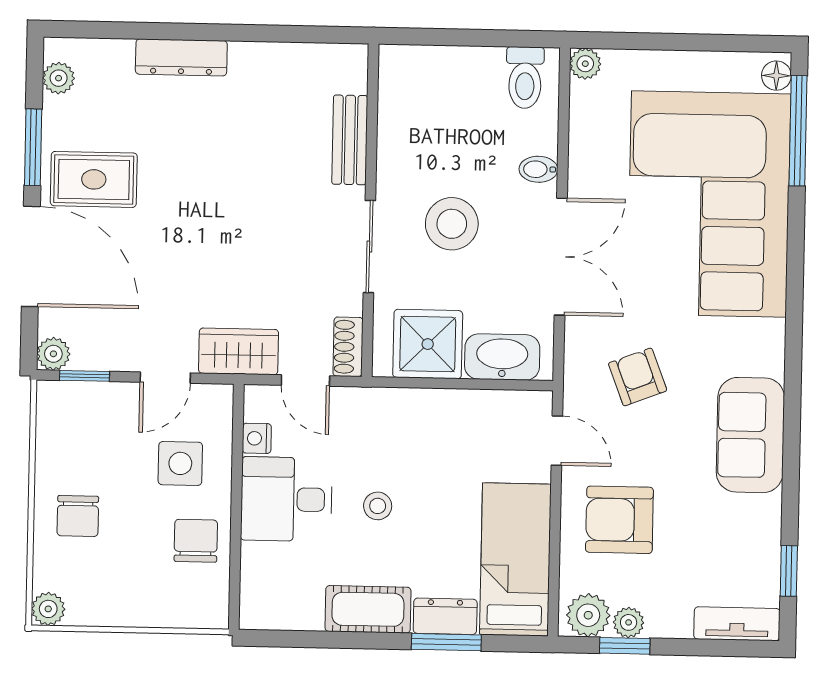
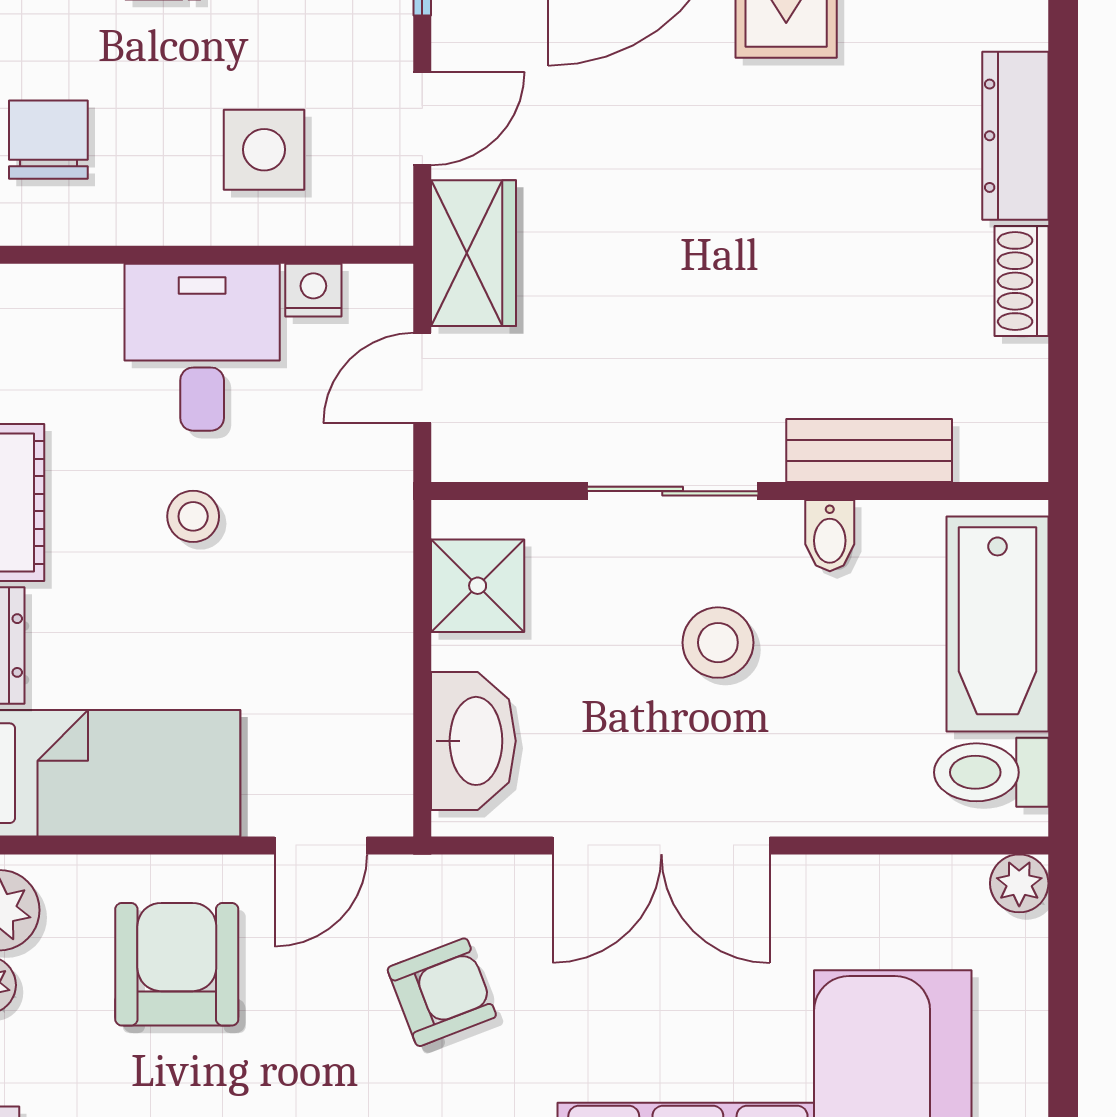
bathtub: (445, 72) -> (998, 624), added
bidet: (538, 169) -> (830, 536), moved, turned 180
stool: (452, 224) -> (718, 643), width x0.73, depth x0.73
shower: (428, 344) -> (478, 586), width x0.73, depth x0.73
shoe rack: (348, 347) -> (1022, 281), moved, turned -90
door: (165, 378) -> (422, 119), swing flipped
chair: (196, 541) -> (48, 140), moved, turned -90

